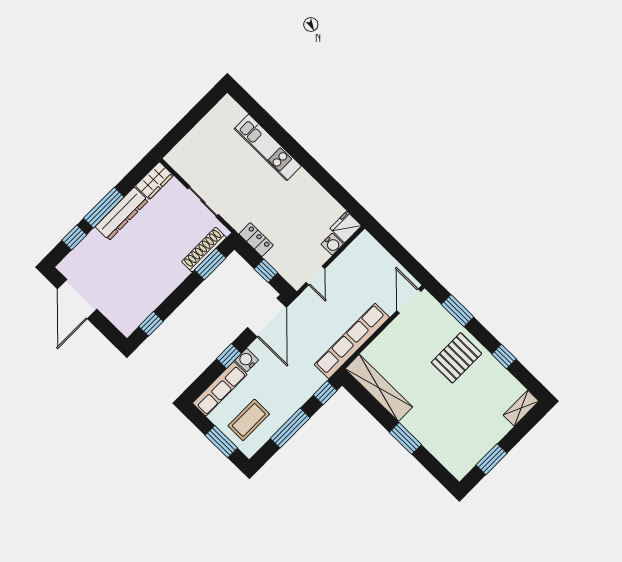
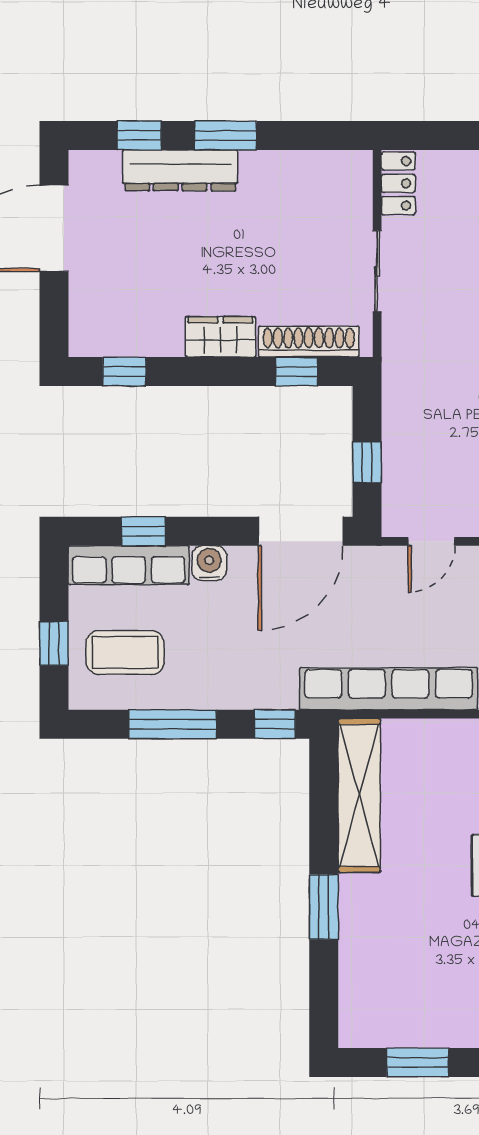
wardrobe: (154, 181) -> (221, 337), moved, turned 180
window: (104, 208) -> (225, 135), width x0.69
dresser: (122, 214) -> (180, 170), moved
locker: (256, 240) -> (398, 183), moved
window: (210, 264) -> (297, 372), width x0.67
window: (229, 356) -> (144, 531), moved
window: (221, 442) -> (54, 643), width x0.67

